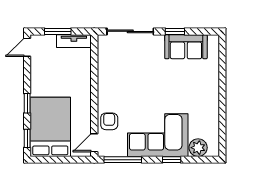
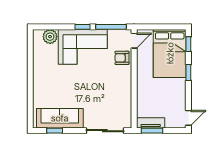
window: (58, 31) -> (152, 131), moved
window: (175, 31) -> (55, 131), moved
sofa: (186, 47) -> (60, 118), width x1.36
armchair: (109, 121) -> (122, 58), turned 90
window: (172, 160) -> (82, 27), moved

